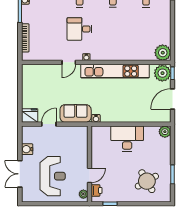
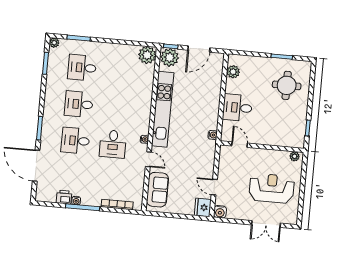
door: (172, 99) -> (199, 49), hinge flipped
sofa: (76, 113) -> (157, 190), moved, turned 180
plant: (165, 132) -> (233, 72), moved
desk: (127, 139) -> (237, 108), width x0.73
water cooler: (27, 149) -> (220, 212), moved
door: (89, 175) -> (240, 145), moved
round table: (147, 181) -> (287, 85), turned 30
printer: (97, 190) -> (292, 142), removed

